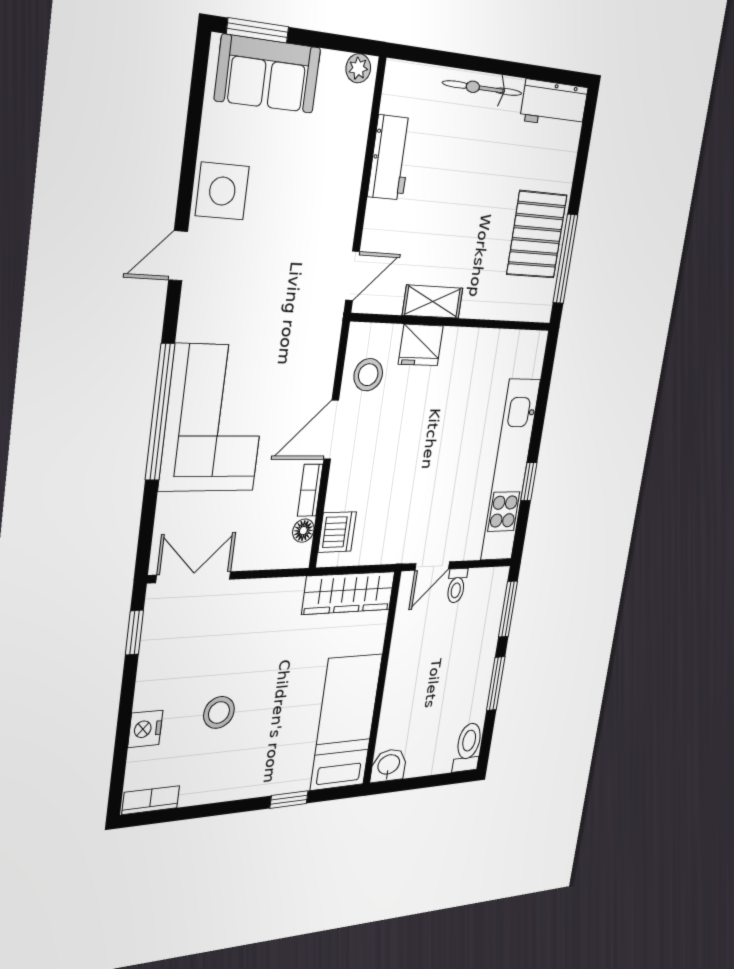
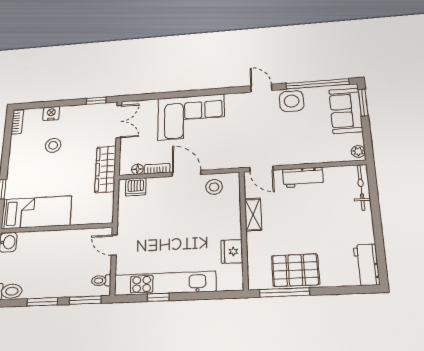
bicycle: (482, 88) -> (361, 187), moved
workbench: (390, 158) -> (303, 177), moved
fridge: (421, 345) -> (232, 251), moved
window: (160, 412) -> (317, 84), moved
toilet: (456, 586) -> (101, 281), moved
wardrobe: (349, 593) -> (106, 169), moved

